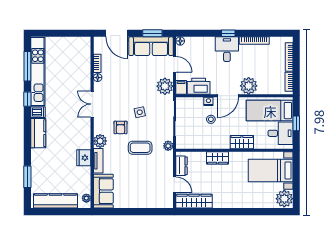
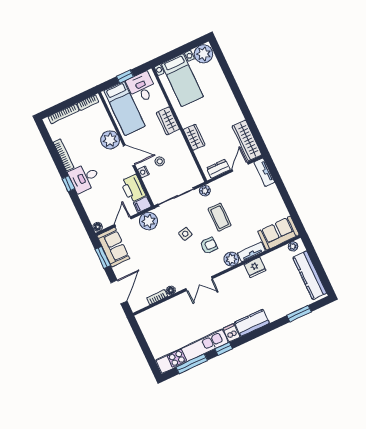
sofa: (151, 46) -> (113, 247), width x0.73
tv unit: (160, 203) -> (264, 172), added

